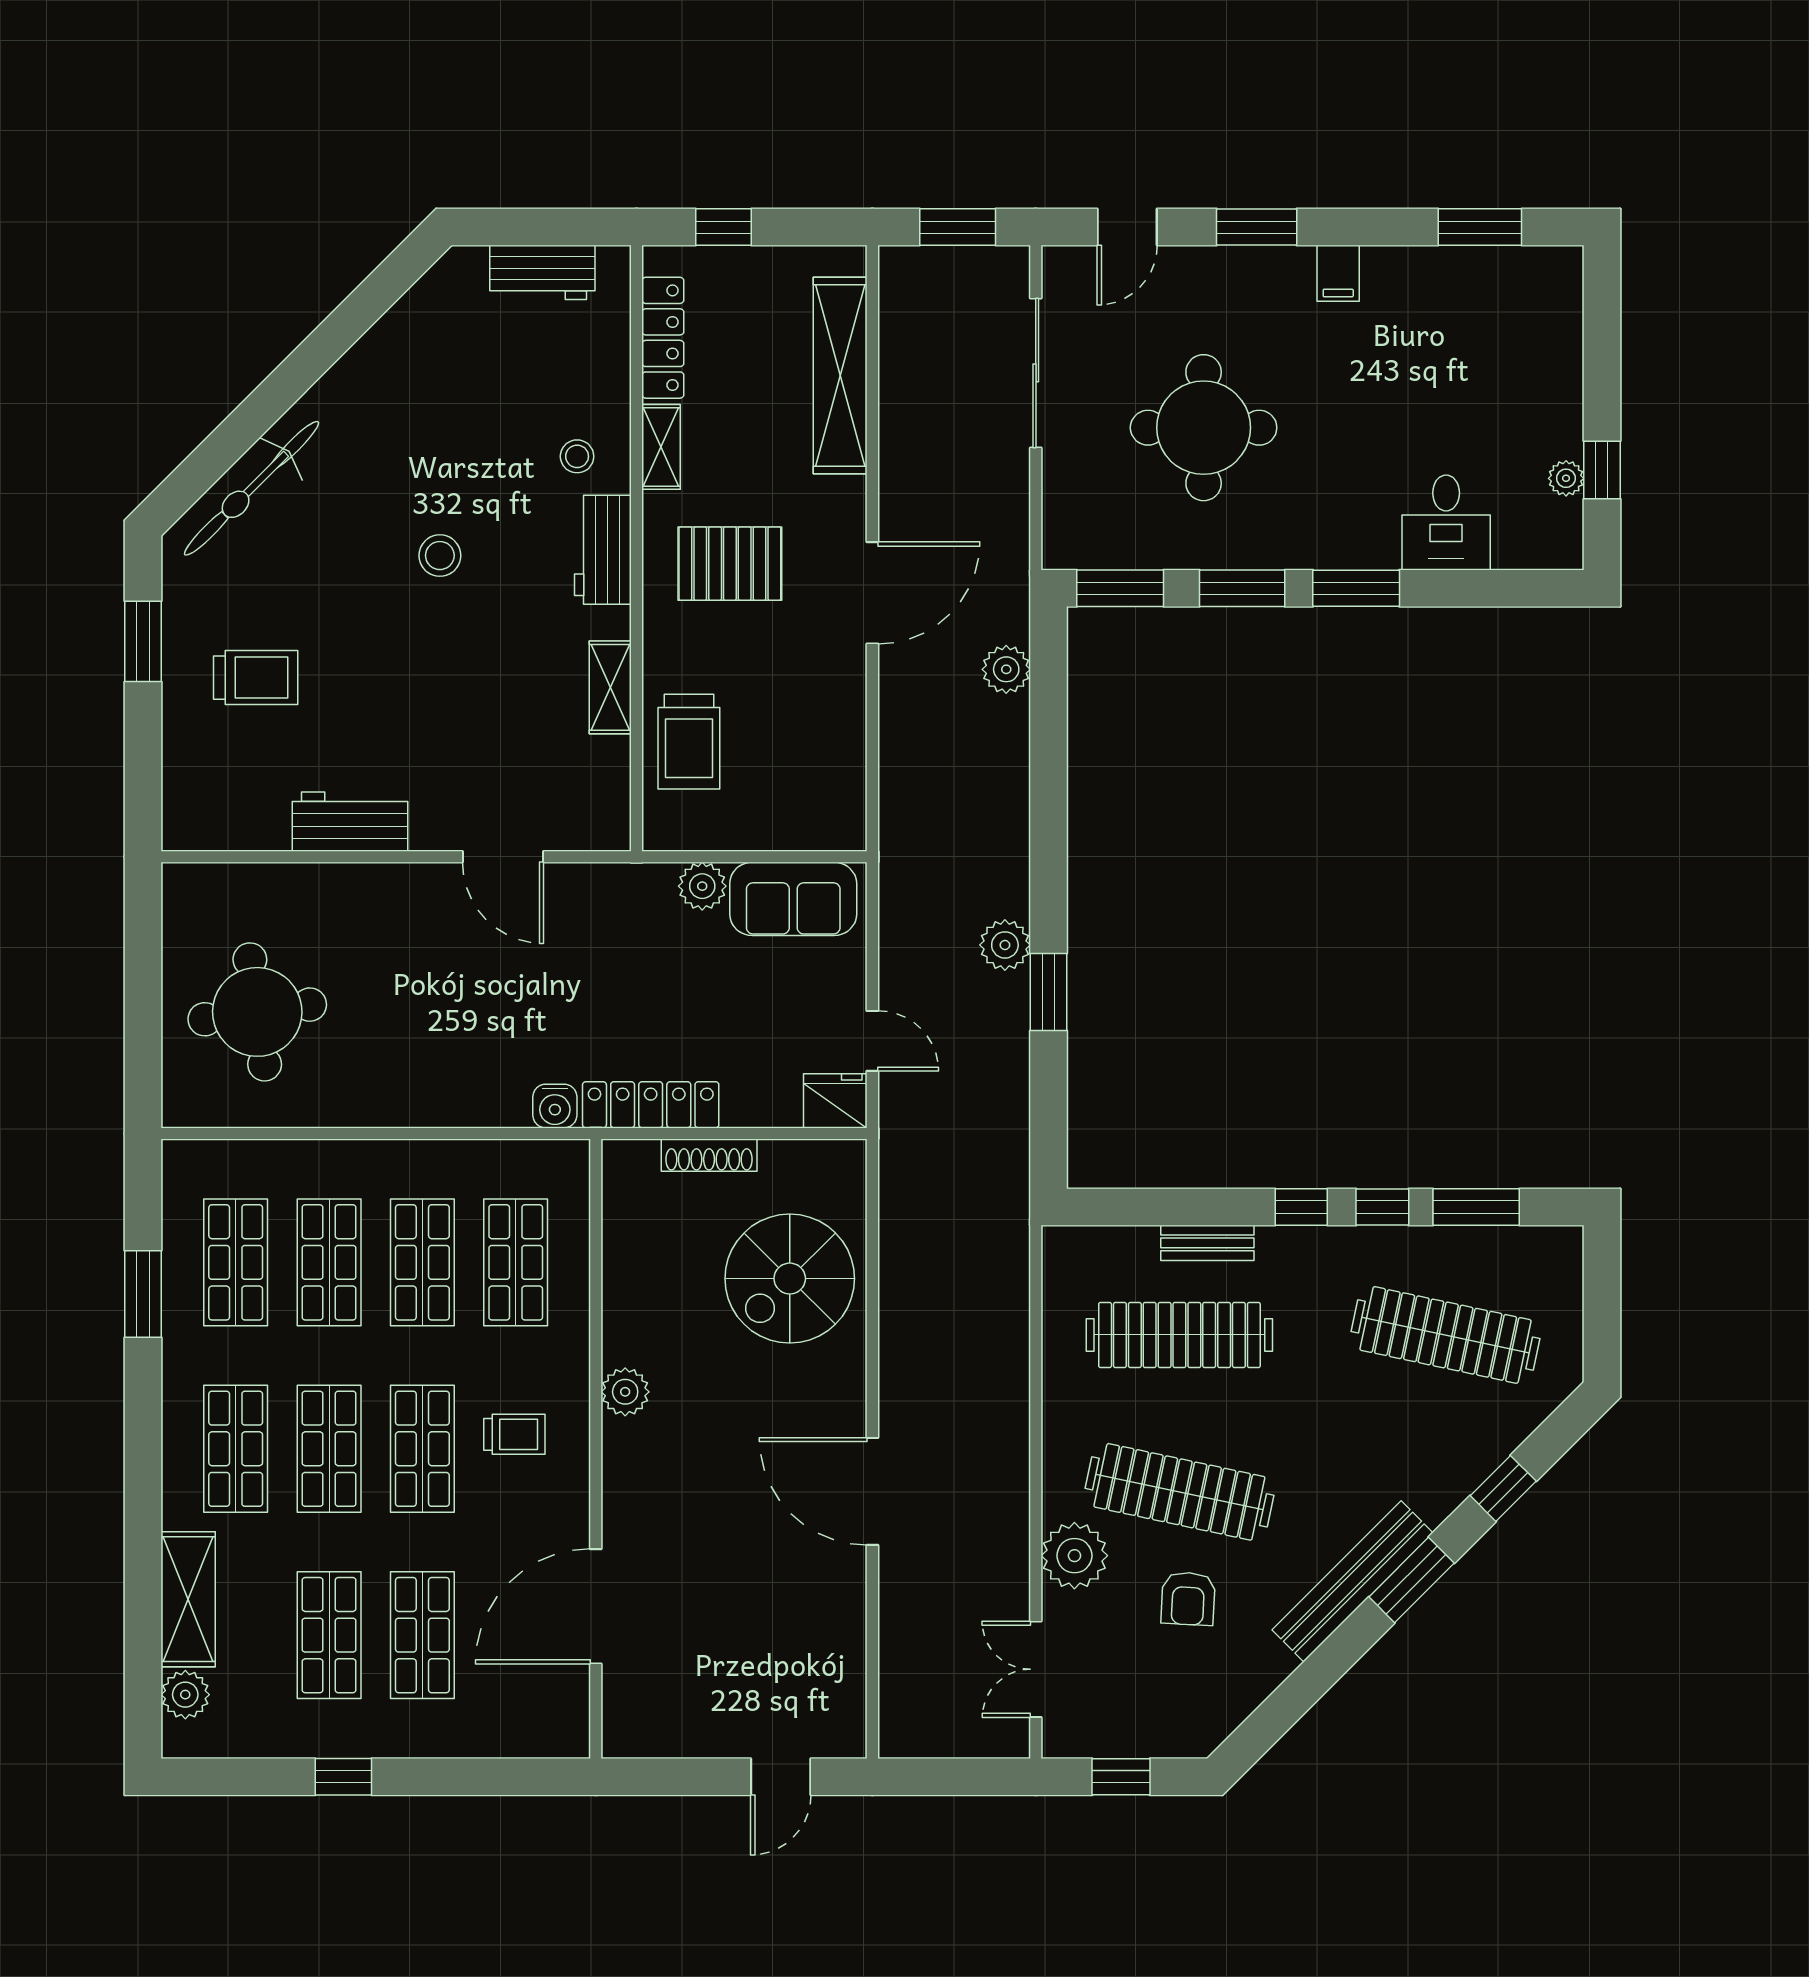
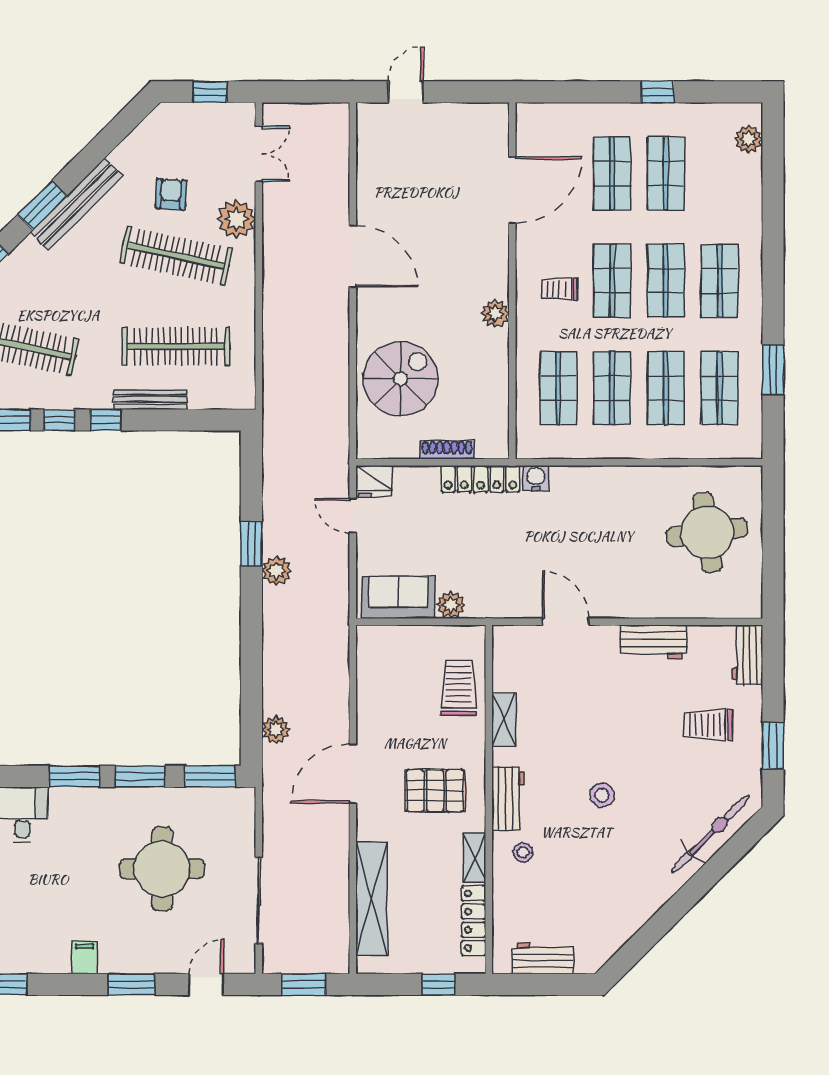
workbench: (188, 800) -> (747, 655), added
bench: (1207, 1243) -> (150, 399), width x1.36
shelving: (188, 1599) -> (747, 194), removed

